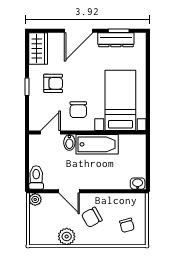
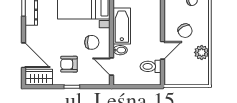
door: (79, 31) -> (23, 55), moved
armchair: (53, 83) -> (69, 64), turned -90
toilet: (36, 177) -> (151, 66), moved
plant: (35, 199) -> (170, 80), removed

